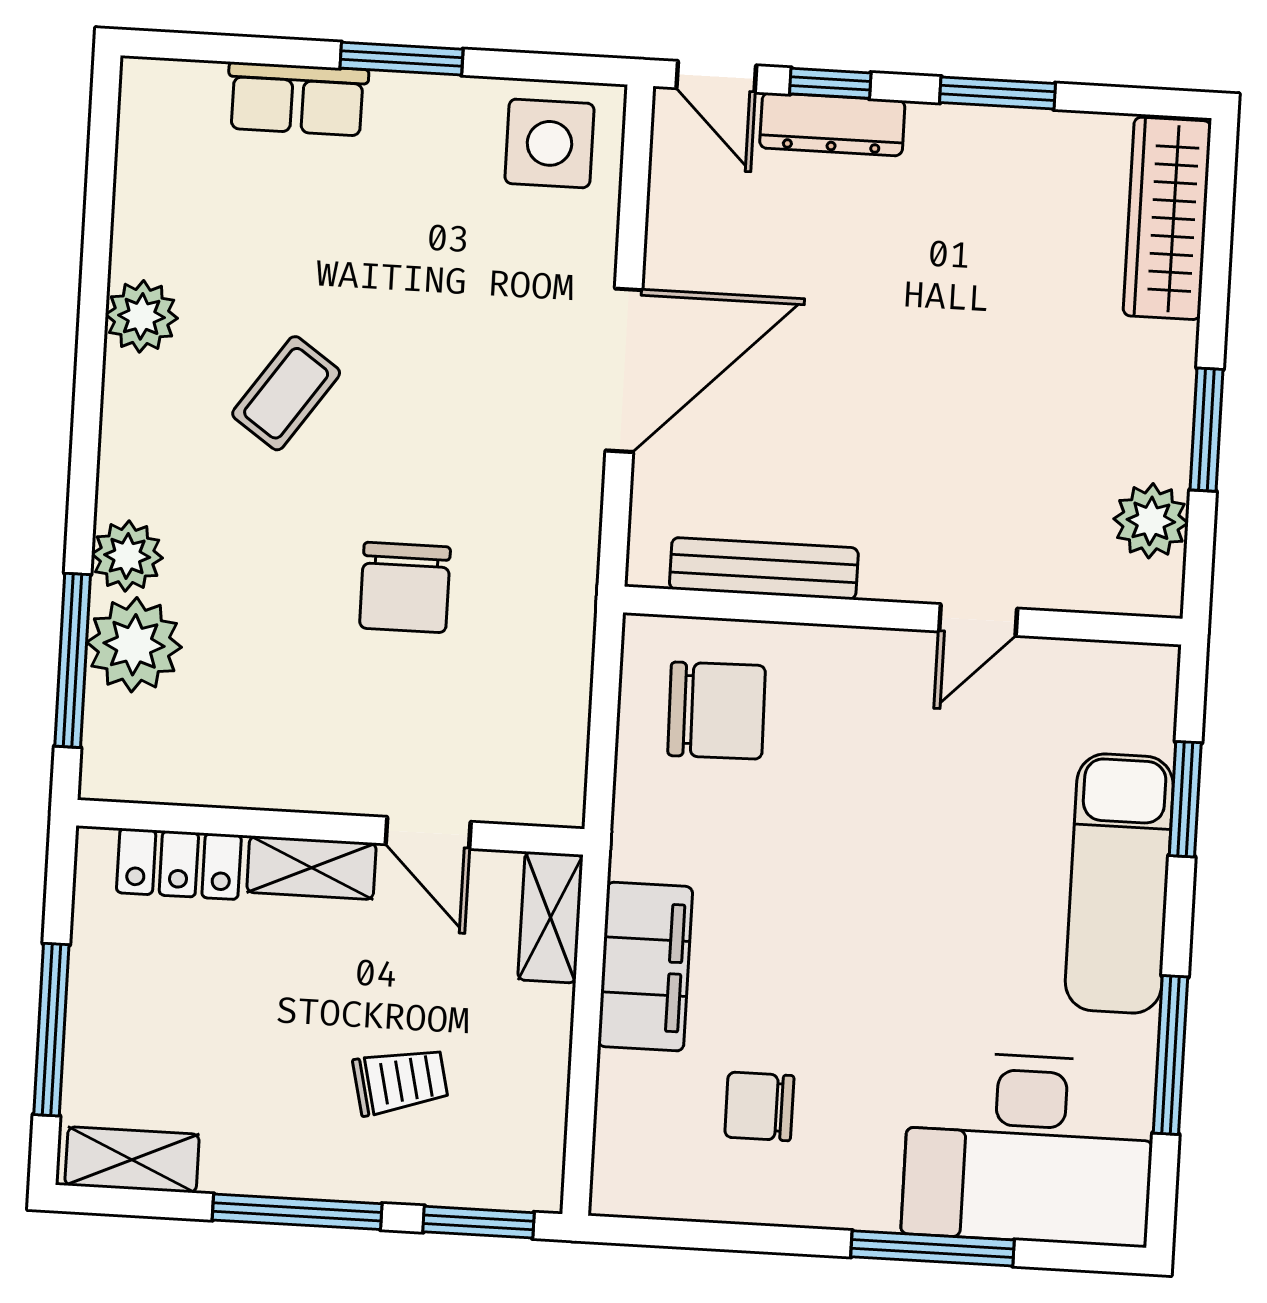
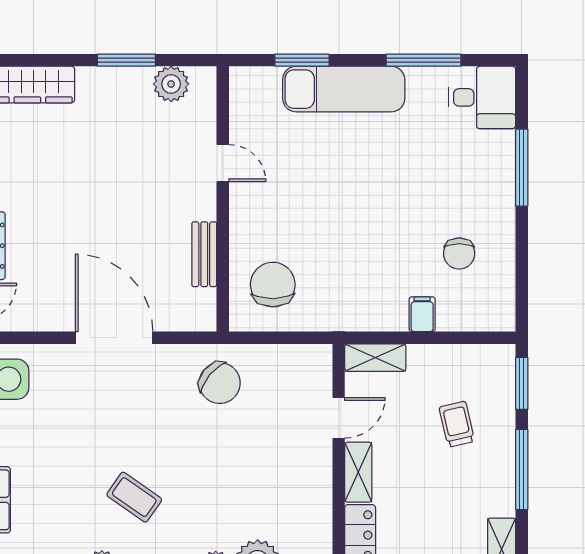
bench: (764, 569) -> (204, 254), width x0.73
chair: (405, 588) -> (220, 383), moved, turned 40
filing cabinet: (645, 967) -> (422, 314), width x0.33, depth x0.86
desk: (1029, 1149) -> (482, 97), width x0.53, depth x0.77

